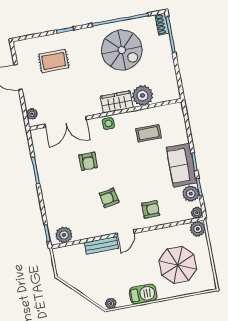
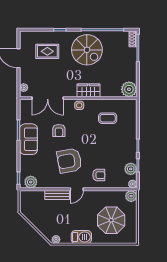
spiral stairs: (122, 50) -> (87, 50), moved
plant: (143, 96) -> (129, 89), moved
sofa: (182, 165) -> (29, 139), moved, turned 180
armchair: (109, 198) -> (69, 161), width x1.88, depth x1.88

